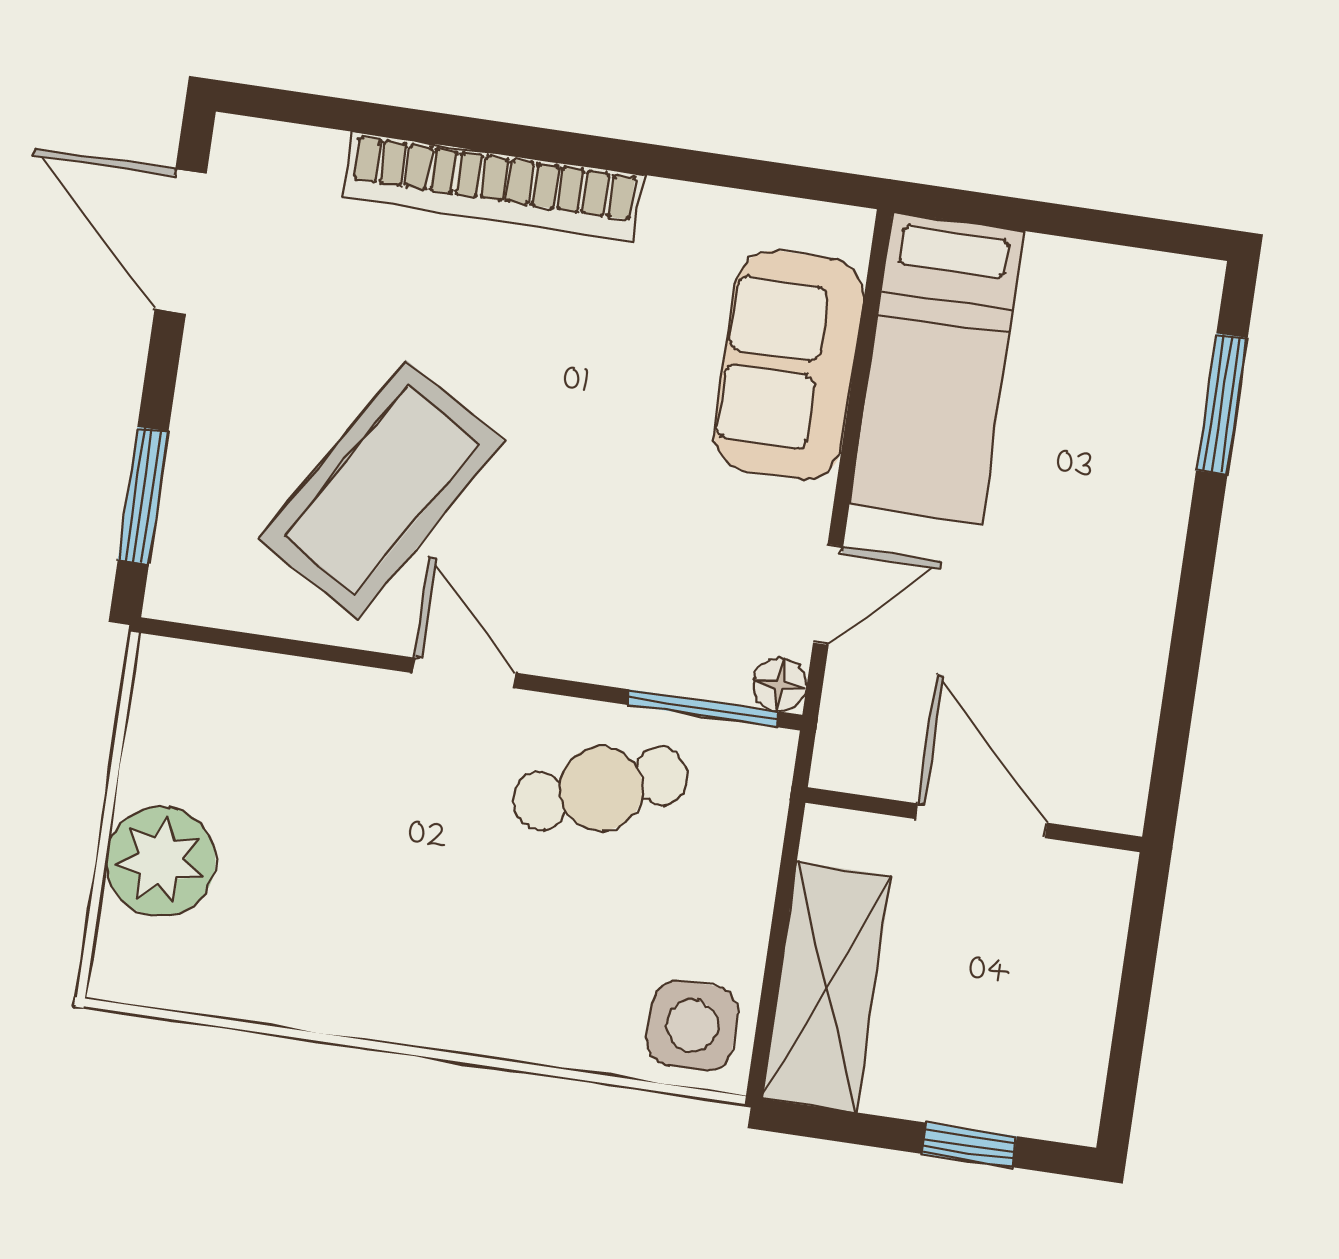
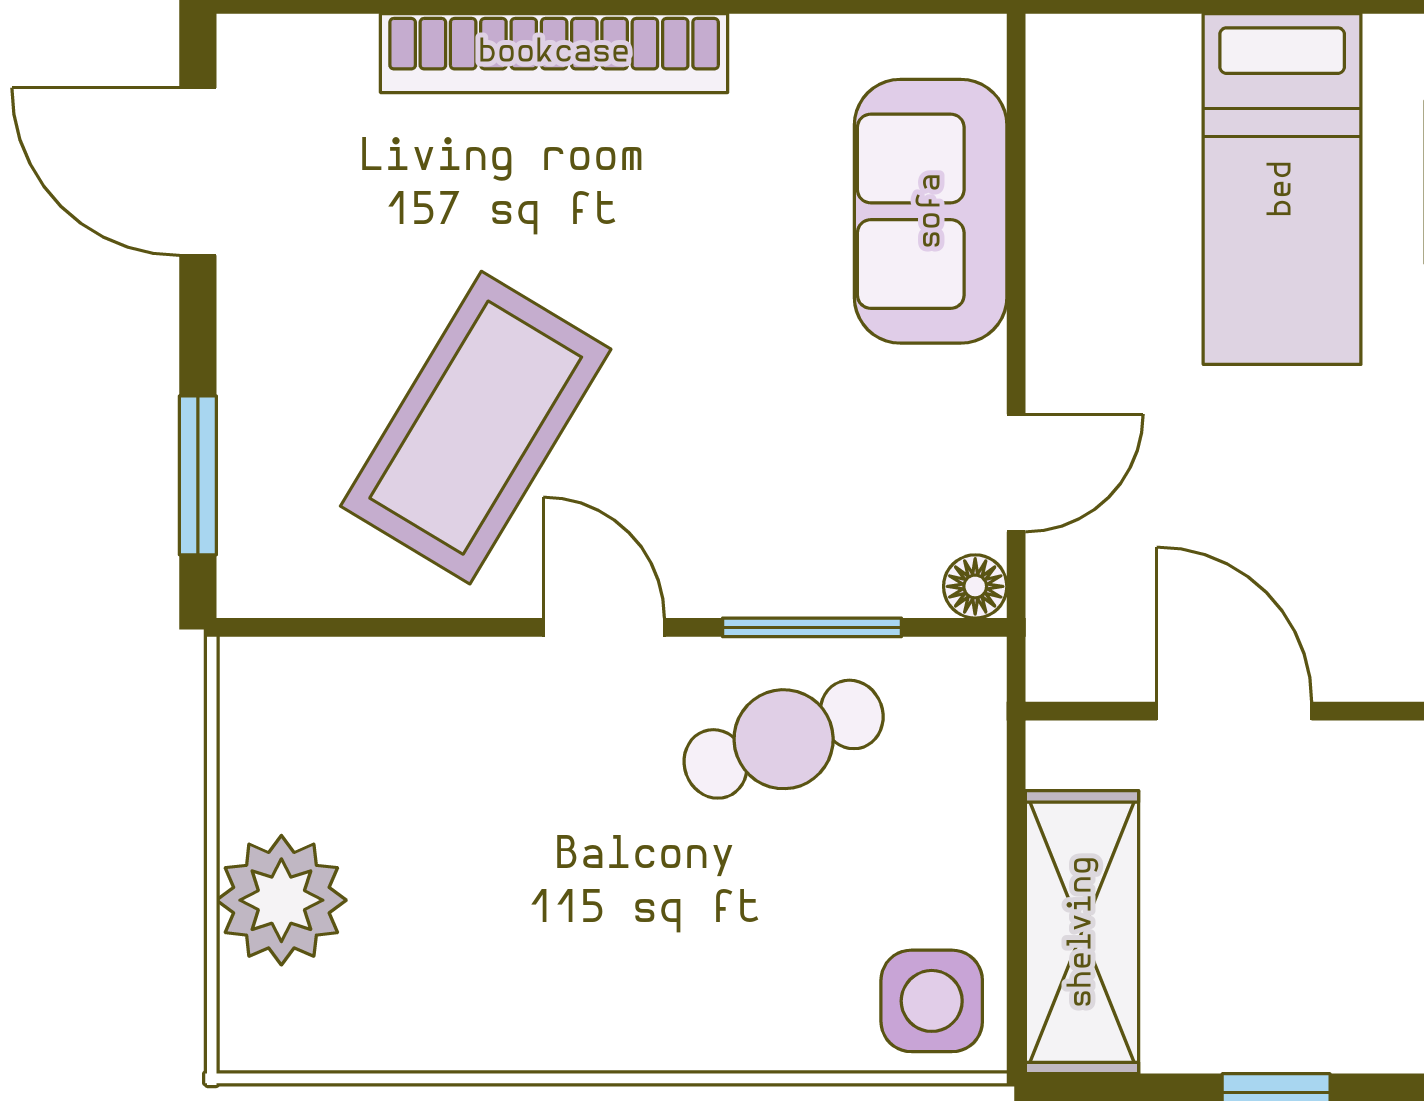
bed: (937, 368) -> (1282, 189), moved
window: (703, 708) -> (812, 627), moved

